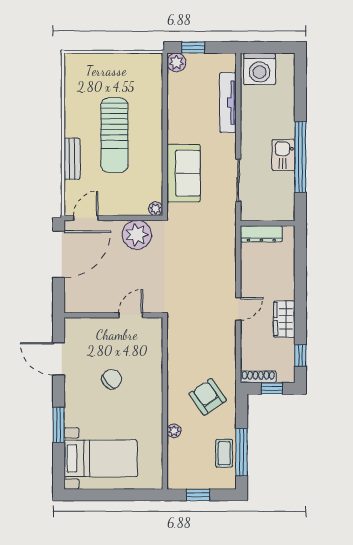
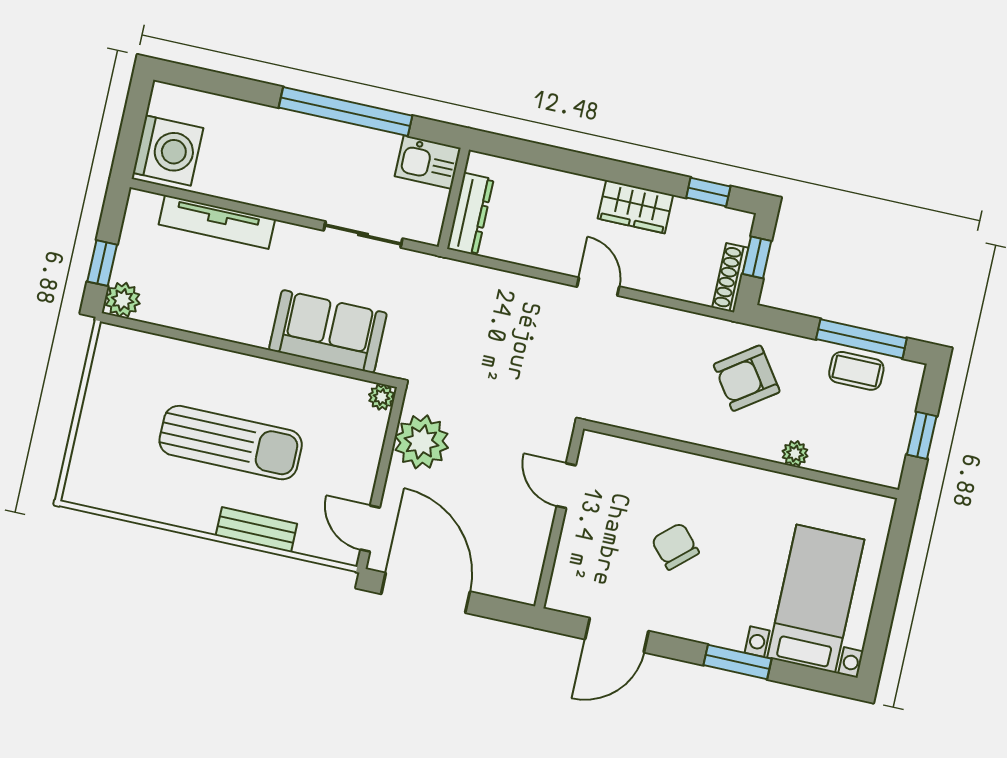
kitchen sink: (283, 155) -> (428, 162), moved

